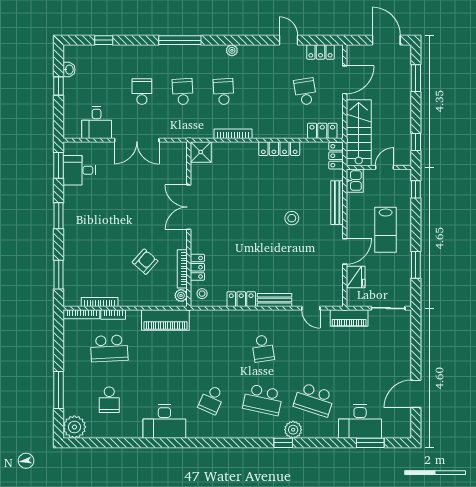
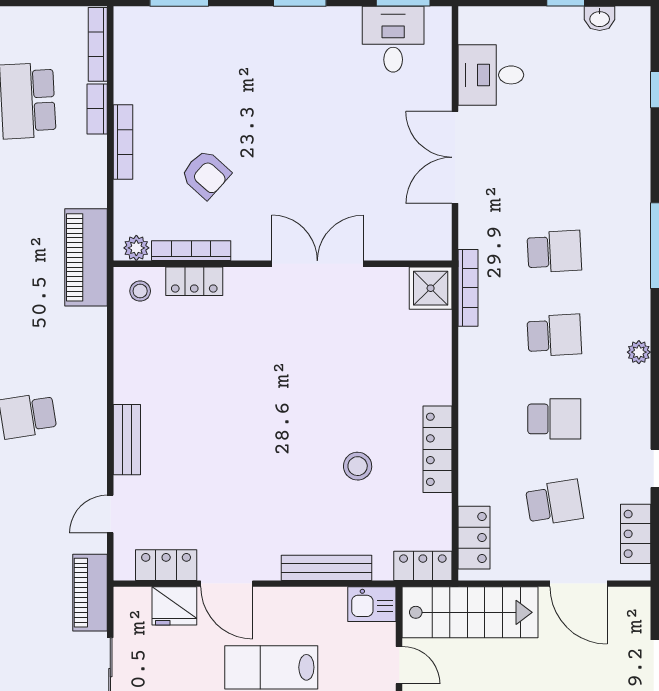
school desk: (142, 92) -> (554, 419), moved
bookcase: (233, 134) -> (468, 288), moved
stool: (292, 218) -> (358, 466), moved
locker: (241, 299) -> (166, 565), moved, turned -90
bookcase: (100, 302) -> (123, 142), moved
piano: (165, 320) -> (86, 257), moved

